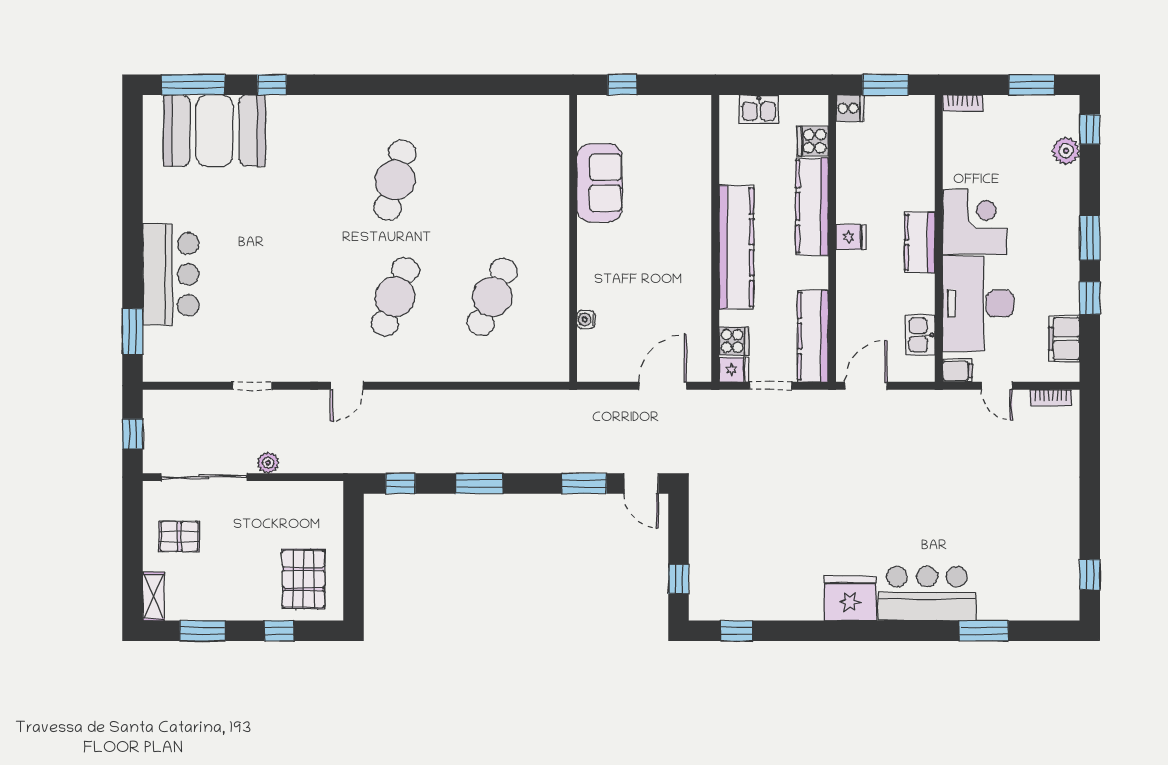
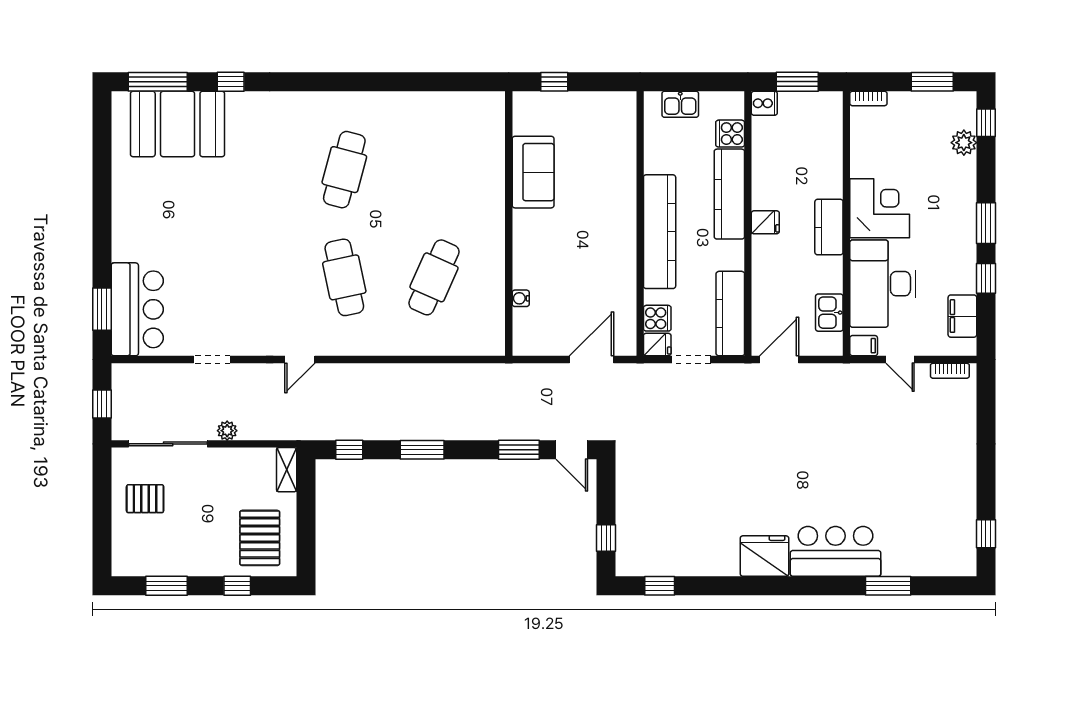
bar counter: (171, 274) -> (137, 309), moved
cafe table: (395, 297) -> (344, 277), turned -33
shelving: (154, 596) -> (287, 470), moved

